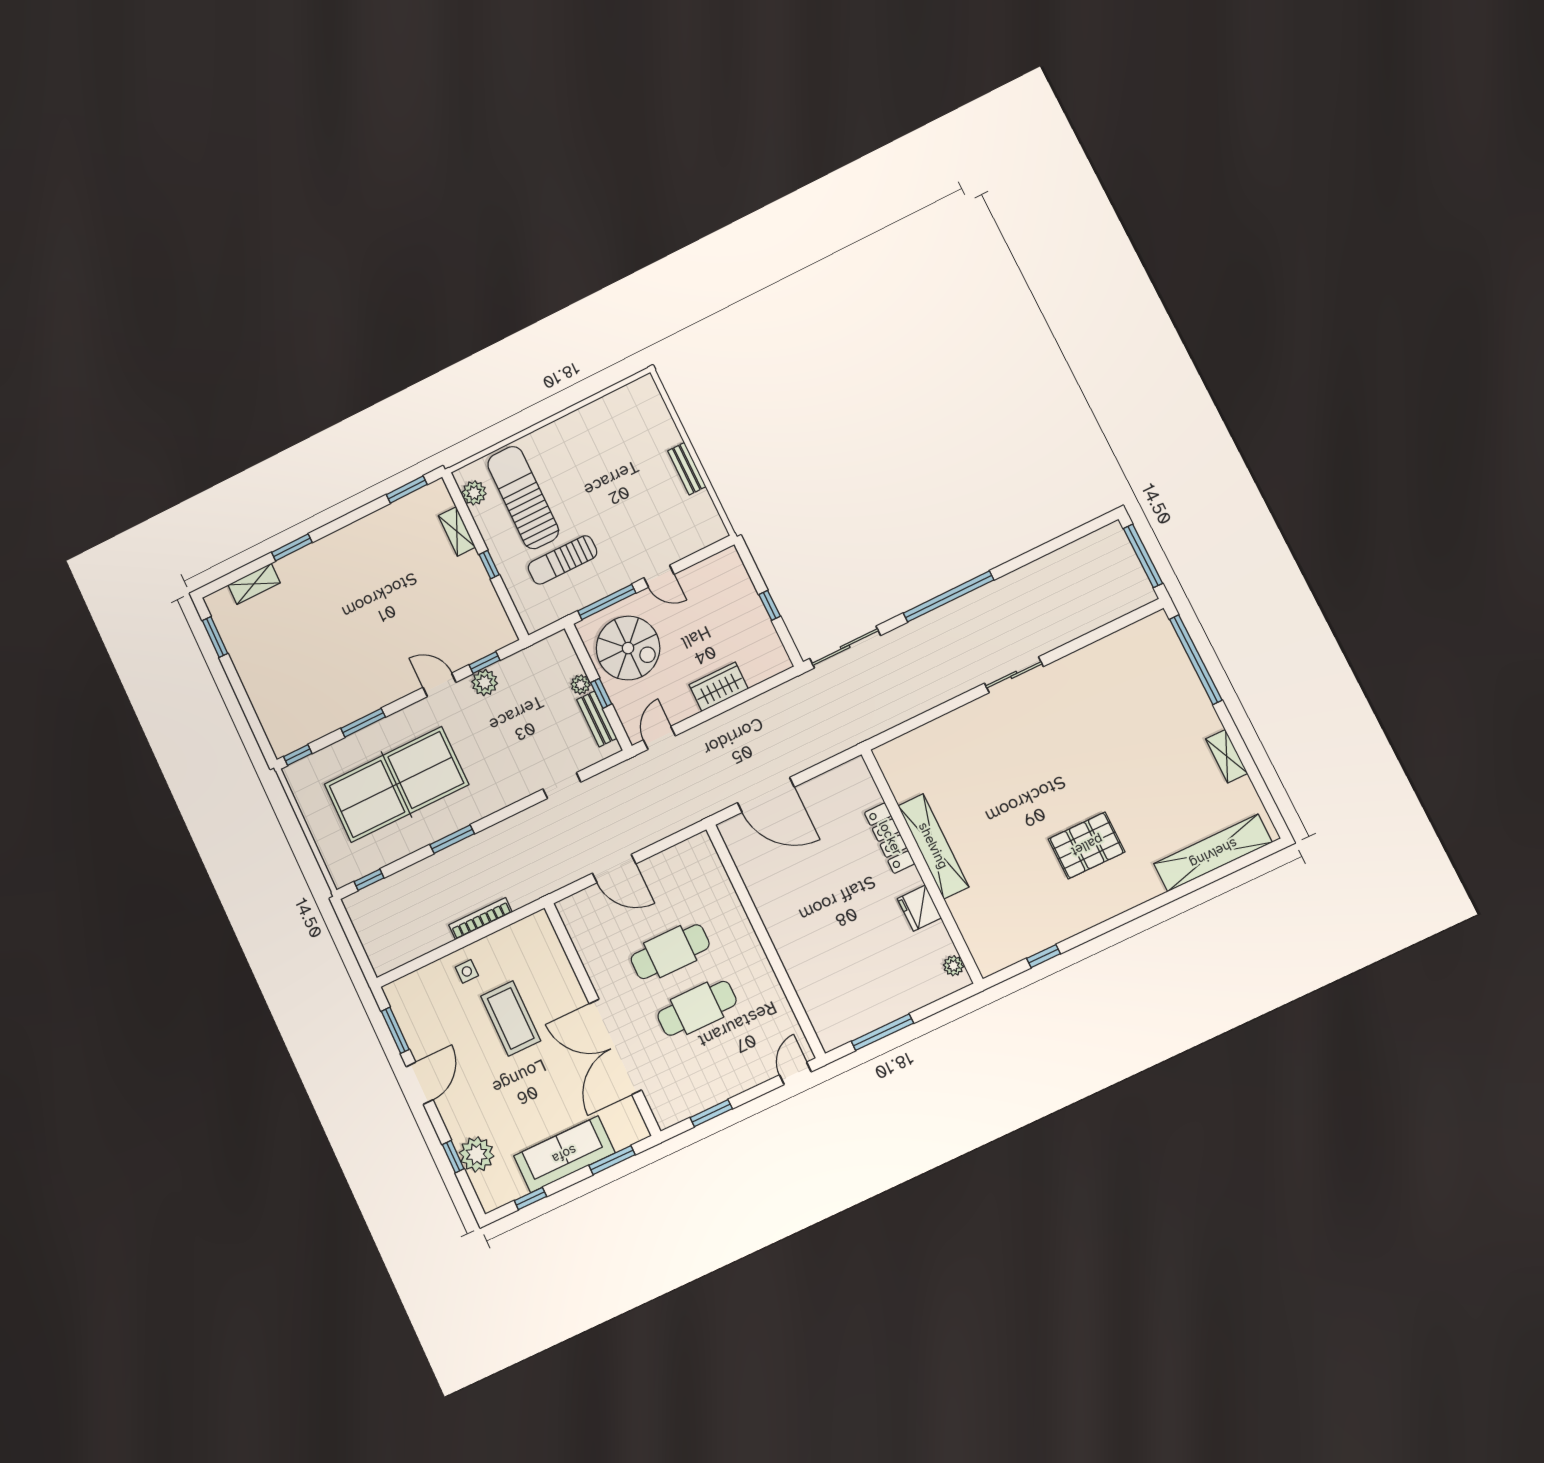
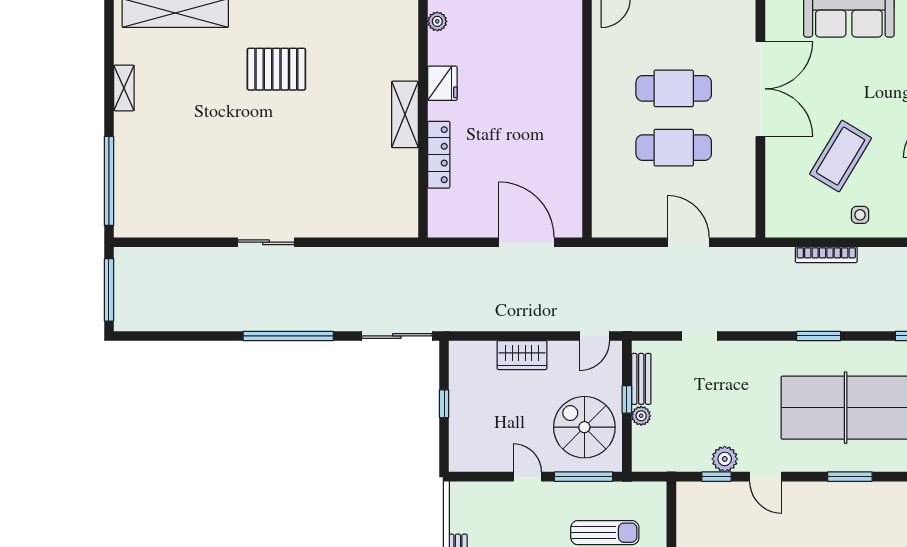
shelving: (933, 846) -> (405, 114), width x0.68
coffee table: (511, 1018) -> (841, 156), turned 31

